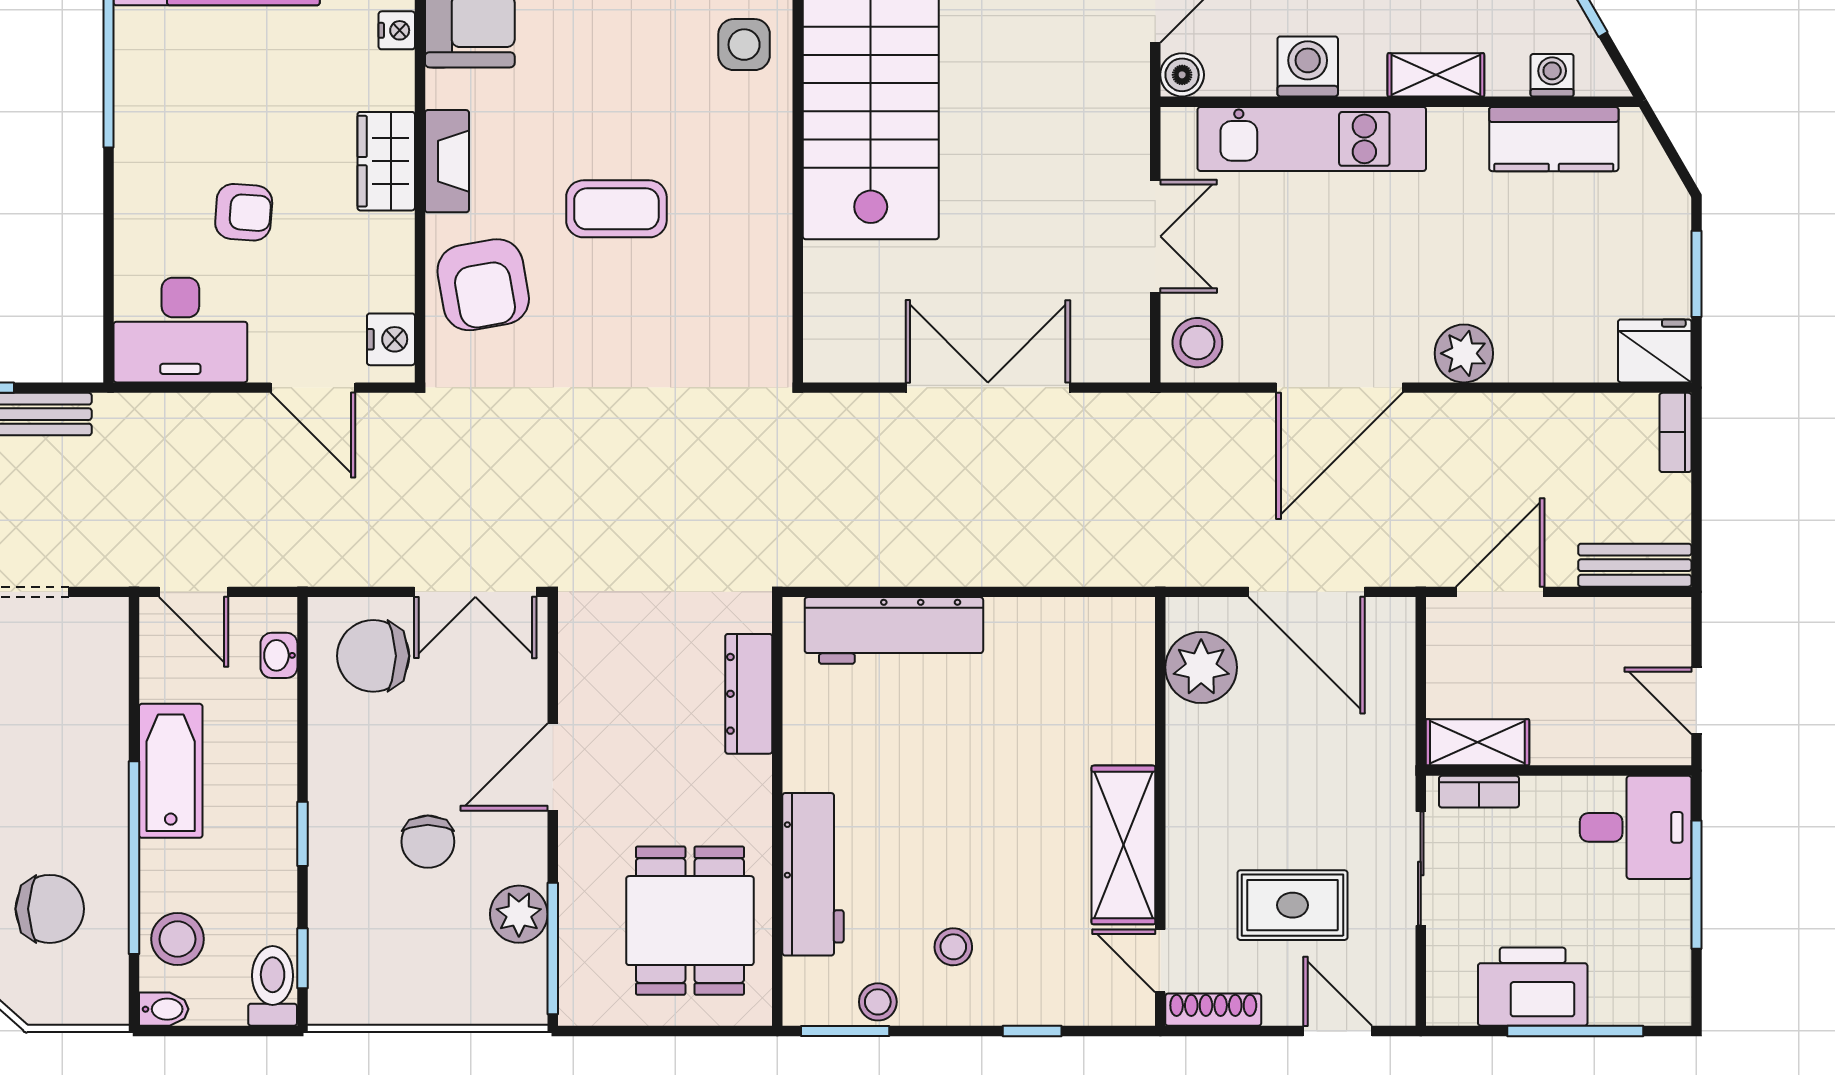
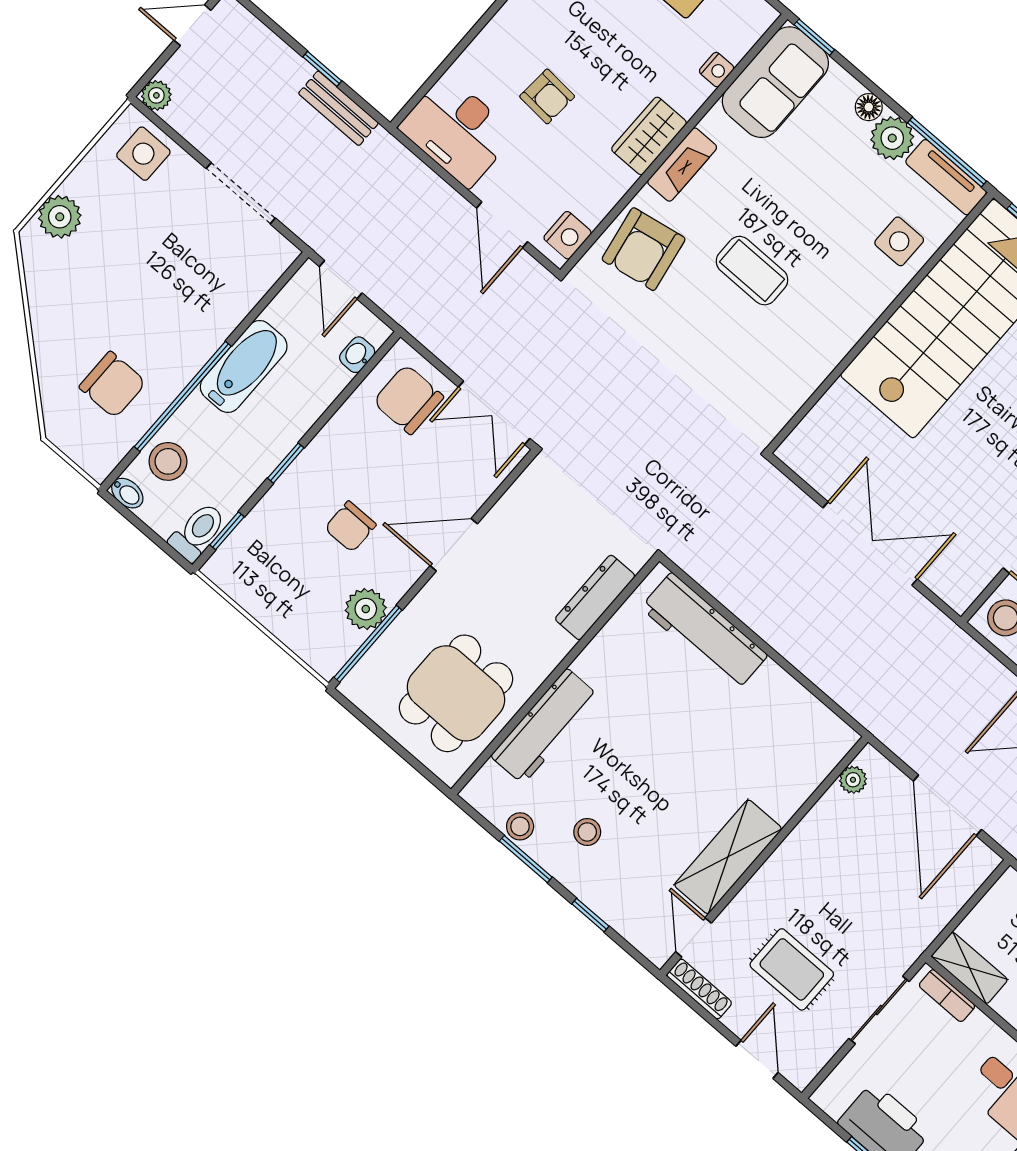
plant: (1201, 667) -> (853, 780), width x0.53, depth x0.53
window: (845, 1031) -> (526, 859), moved

